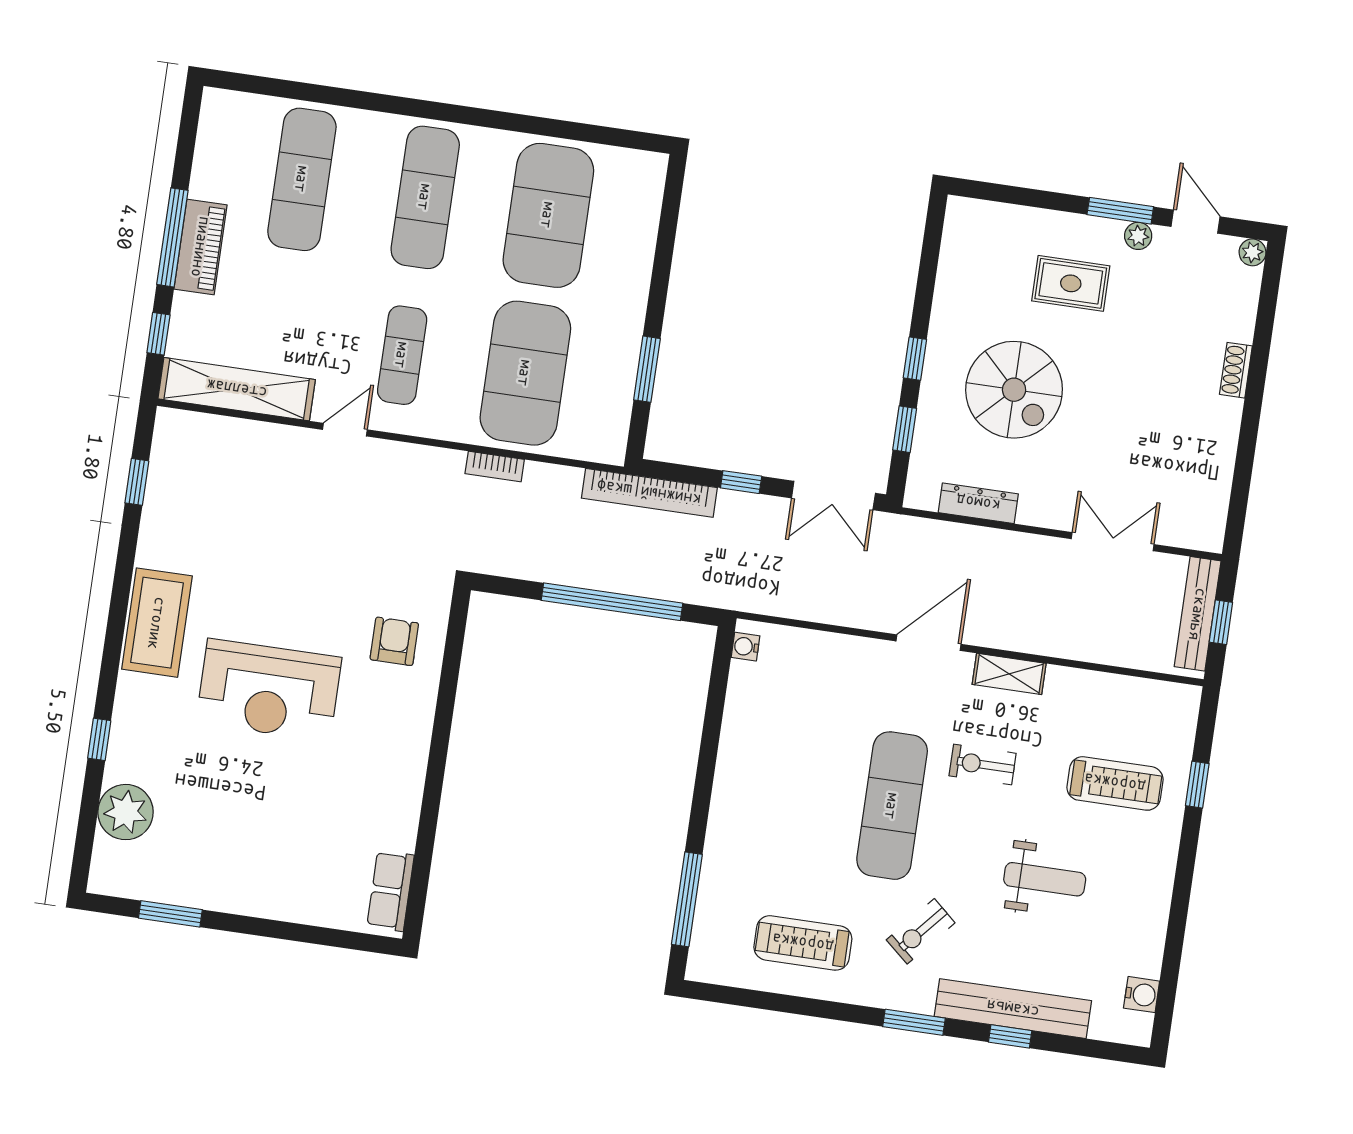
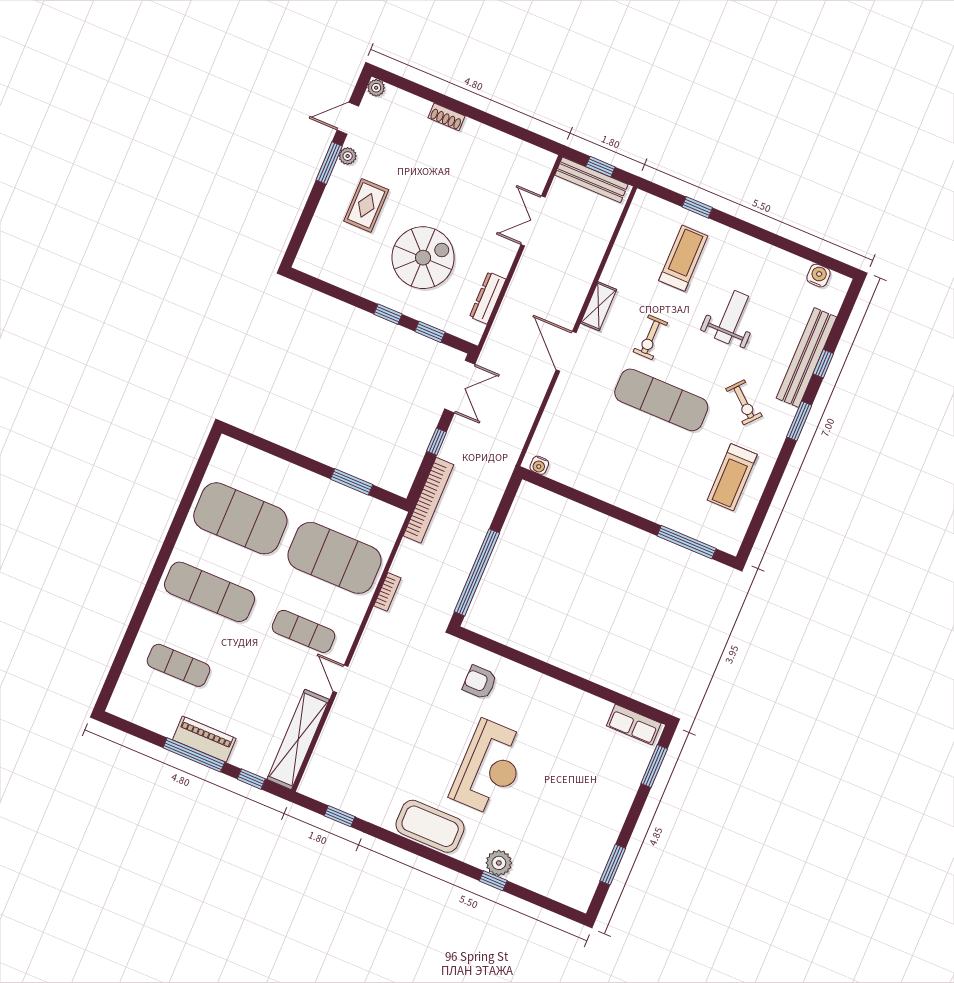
exercise mat: (302, 179) -> (179, 665), width x0.73, depth x0.69
window: (612, 602) -> (477, 572), moved
plant: (126, 812) -> (499, 863), moved, width x0.73, depth x0.73
window: (336, 938) -> (654, 766), added

